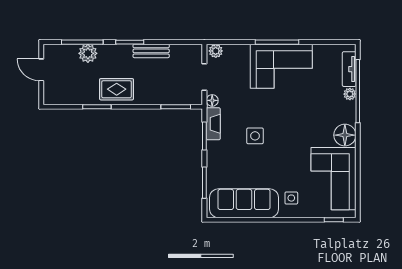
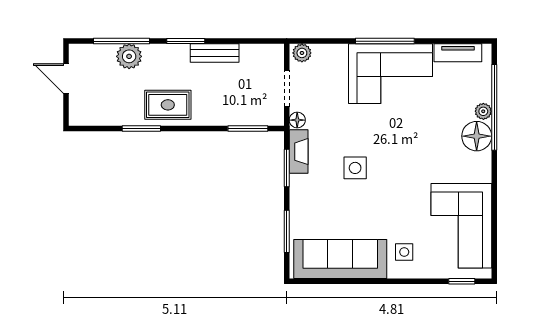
tv unit: (349, 69) -> (458, 53), moved, turned -90
floor lamp: (345, 135) -> (477, 136), moved

